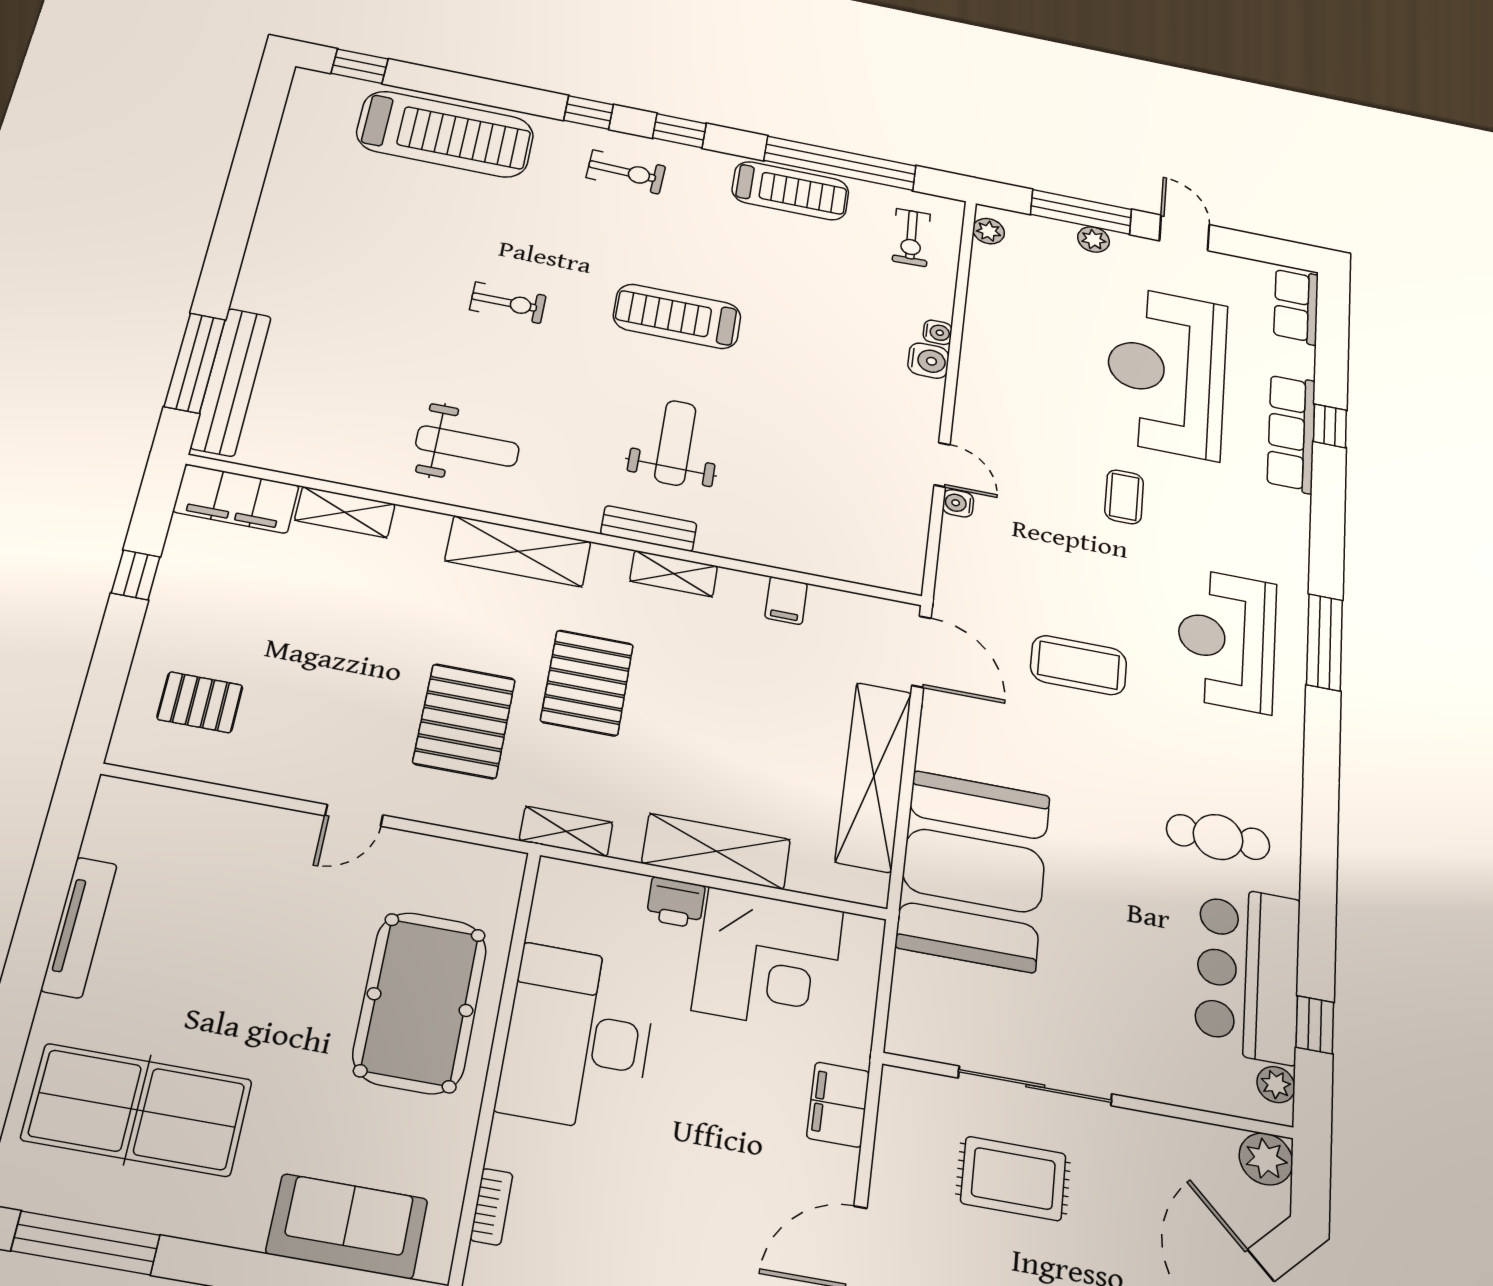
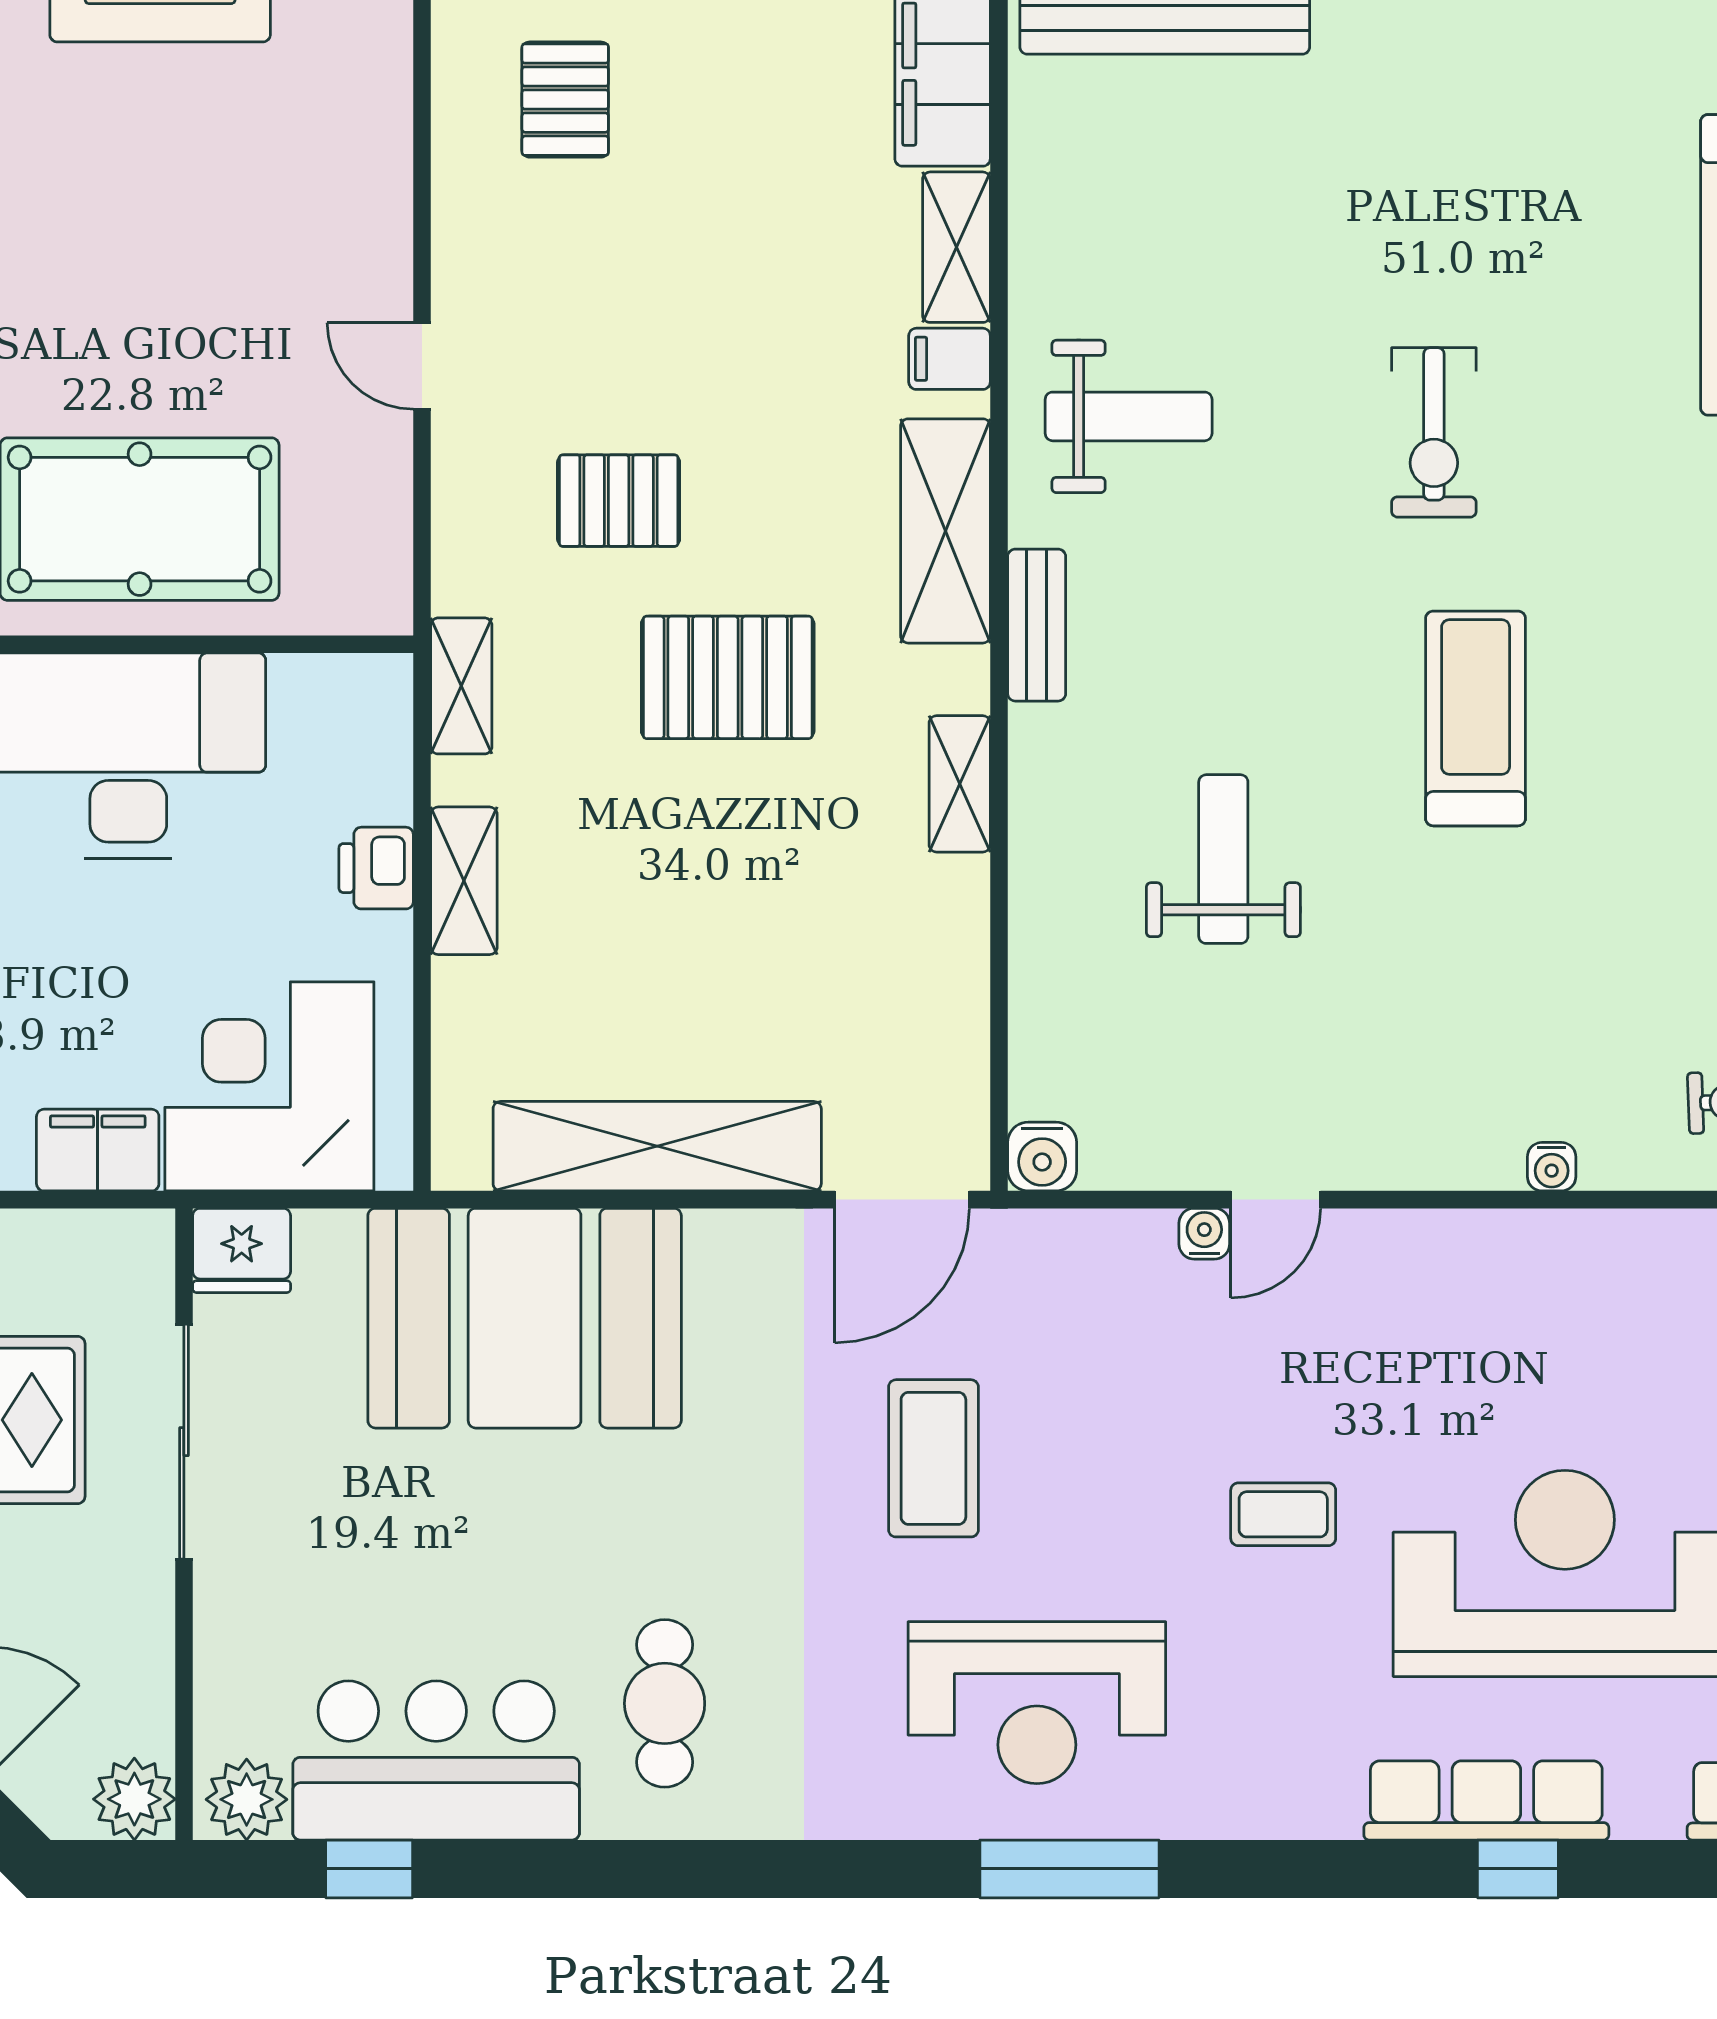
exercise bike: (508, 303) -> (1434, 432), width x1.38, depth x1.39
water cooler: (928, 361) -> (1042, 1156), moved
weight bench: (675, 443) -> (1223, 859), moved, turned -90
weight bench: (467, 446) -> (1129, 416), turned -90
bench: (649, 528) -> (1037, 625), moved
filing cabinet: (786, 601) -> (950, 359), moved
reception desk: (1227, 640) -> (1037, 1703), turned 180
pallet: (464, 721) -> (619, 501), width x0.67, depth x0.71
shelving: (716, 851) -> (464, 881), width x0.67, depth x0.75
corner desk: (768, 960) -> (269, 1086), moved, turned 90
fridge: (914, 1028) -> (242, 1250), added
plant: (1276, 1085) -> (247, 1799), width x1.38, depth x1.38

